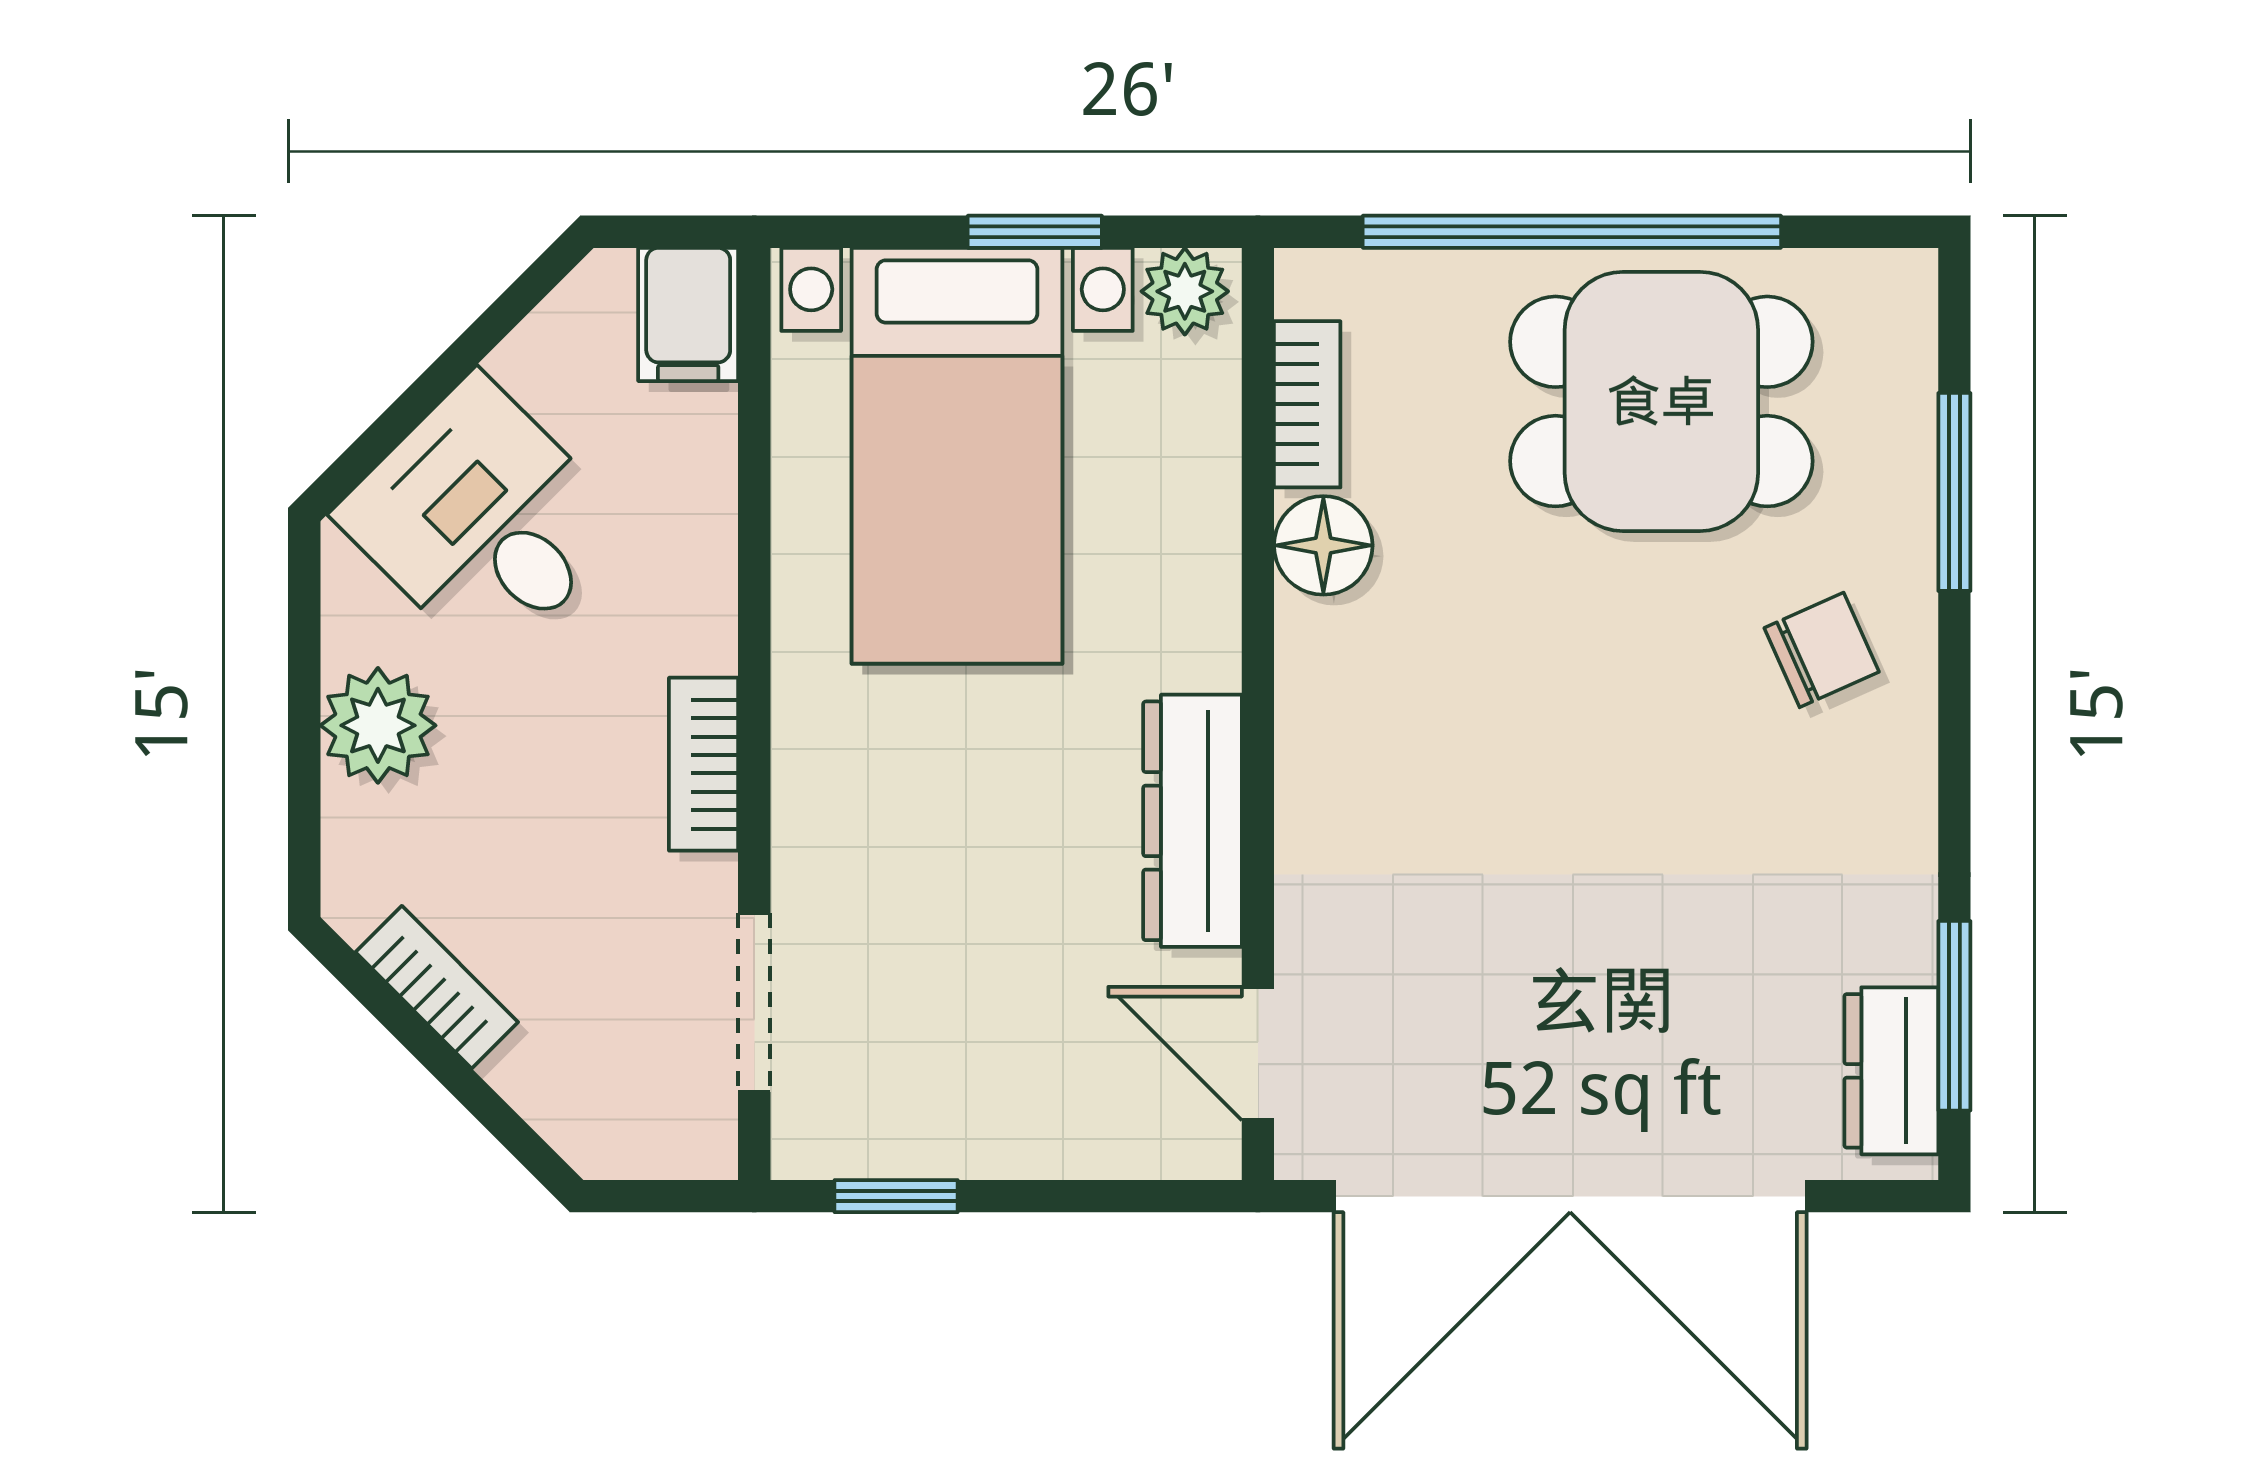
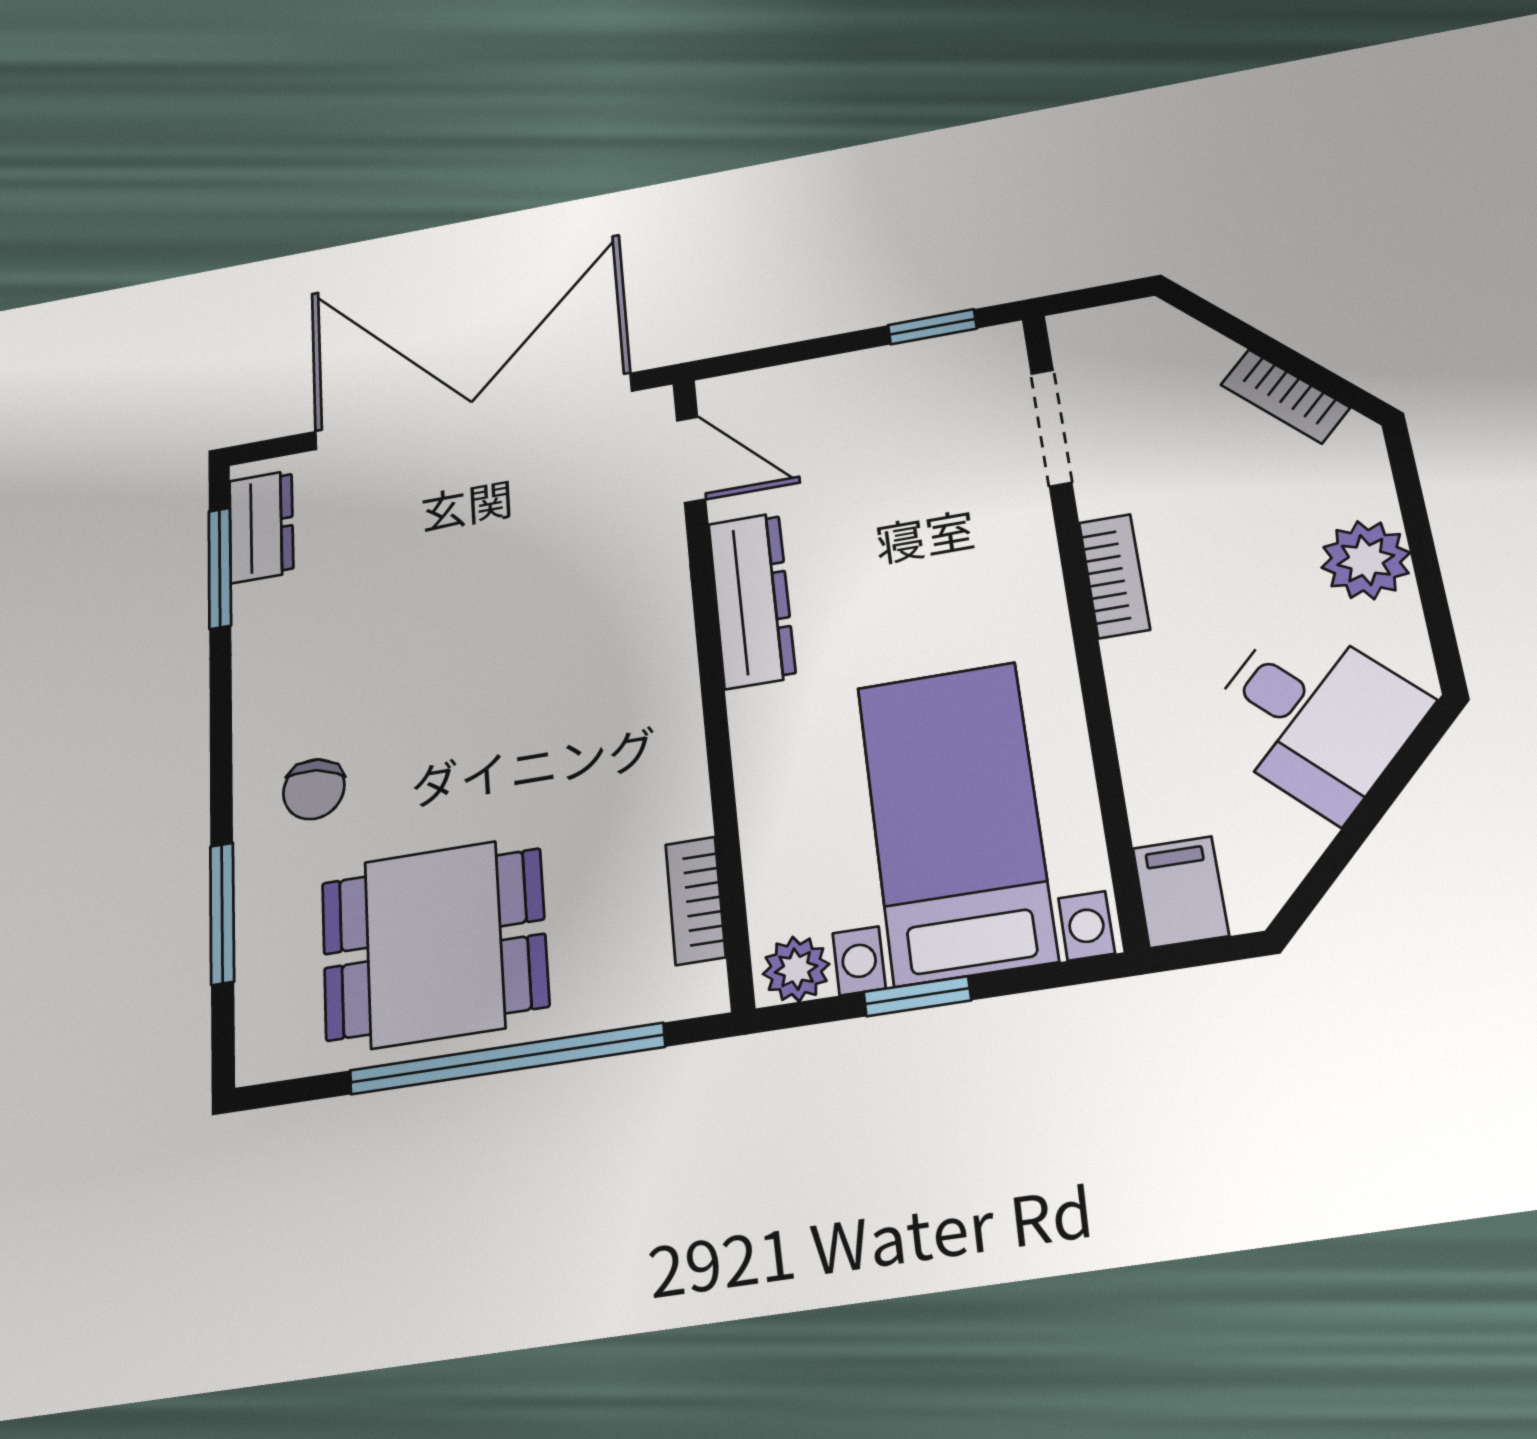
floor lamp: (1323, 545) -> (675, 802), removed
chair: (1822, 650) -> (314, 789), turned -57

